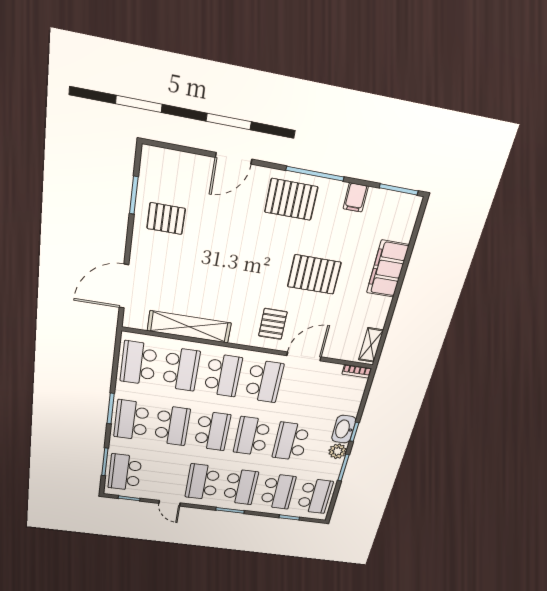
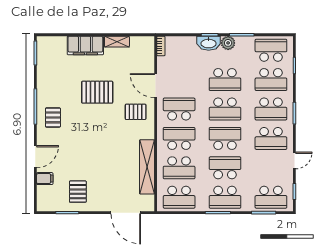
door: (234, 158) -> (35, 157), hinge flipped
filing cabinet: (356, 197) -> (45, 179), moved
pallet: (291, 199) -> (53, 117), width x0.67, depth x0.71
pallet: (314, 275) -> (97, 92), turned 90
shelving: (371, 345) -> (117, 42), moved
school desk: (181, 369) -> (179, 168), turned 180
school desk: (241, 487) -> (271, 109), turned 180
school desk: (278, 491) -> (271, 80), turned 180

